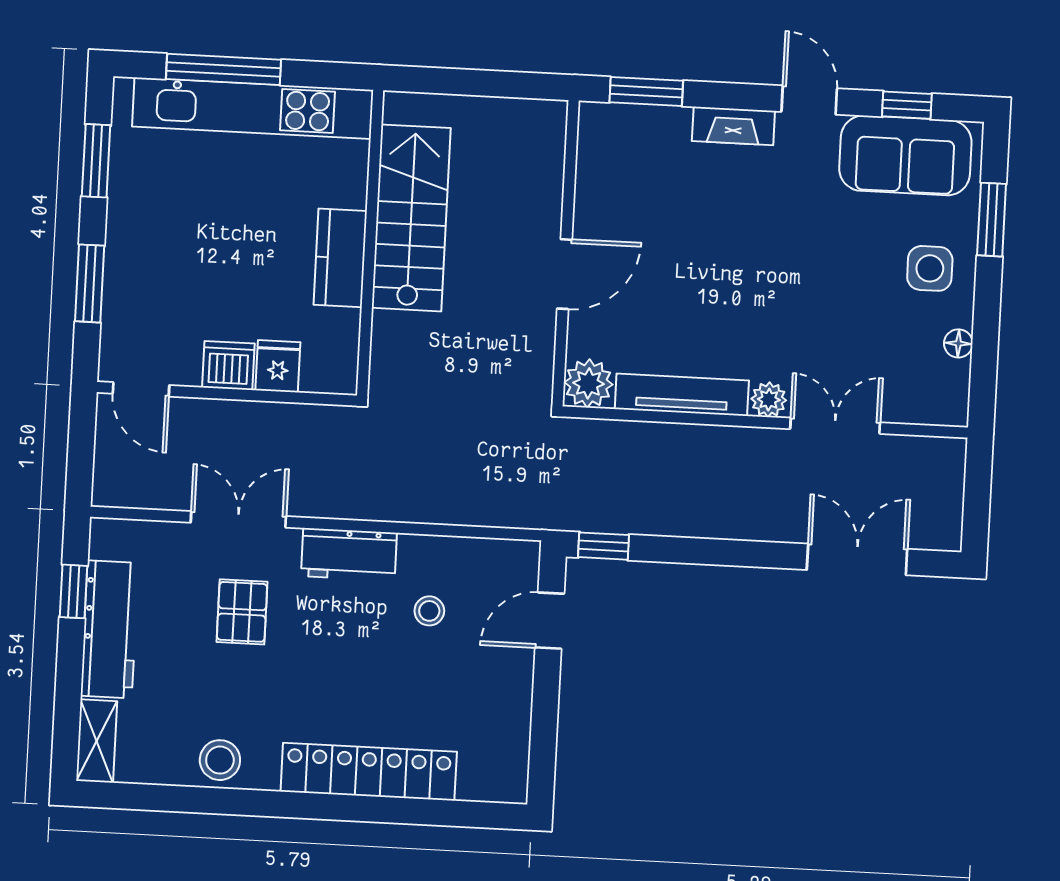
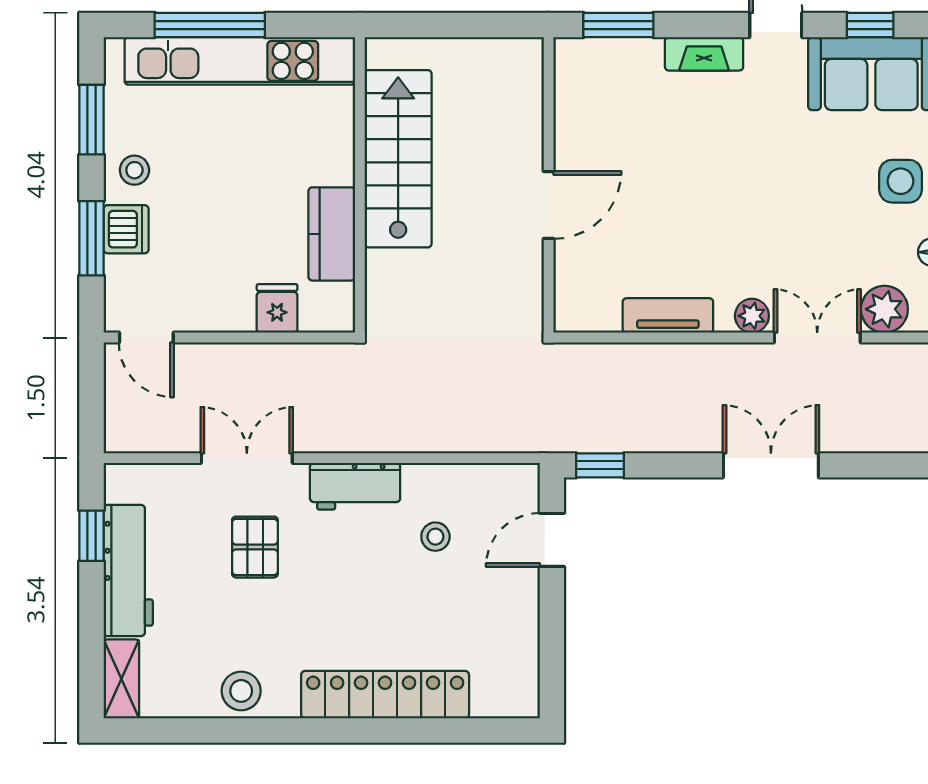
stool: (138, 215) -> (134, 170), added
kitchen counter: (340, 258) -> (332, 234), moved
dishwasher: (228, 365) -> (126, 229), moved, turned 90
plant: (588, 383) -> (884, 309), moved
tv unit: (682, 395) -> (668, 315), width x0.71
double door: (857, 559) -> (771, 465), moved

